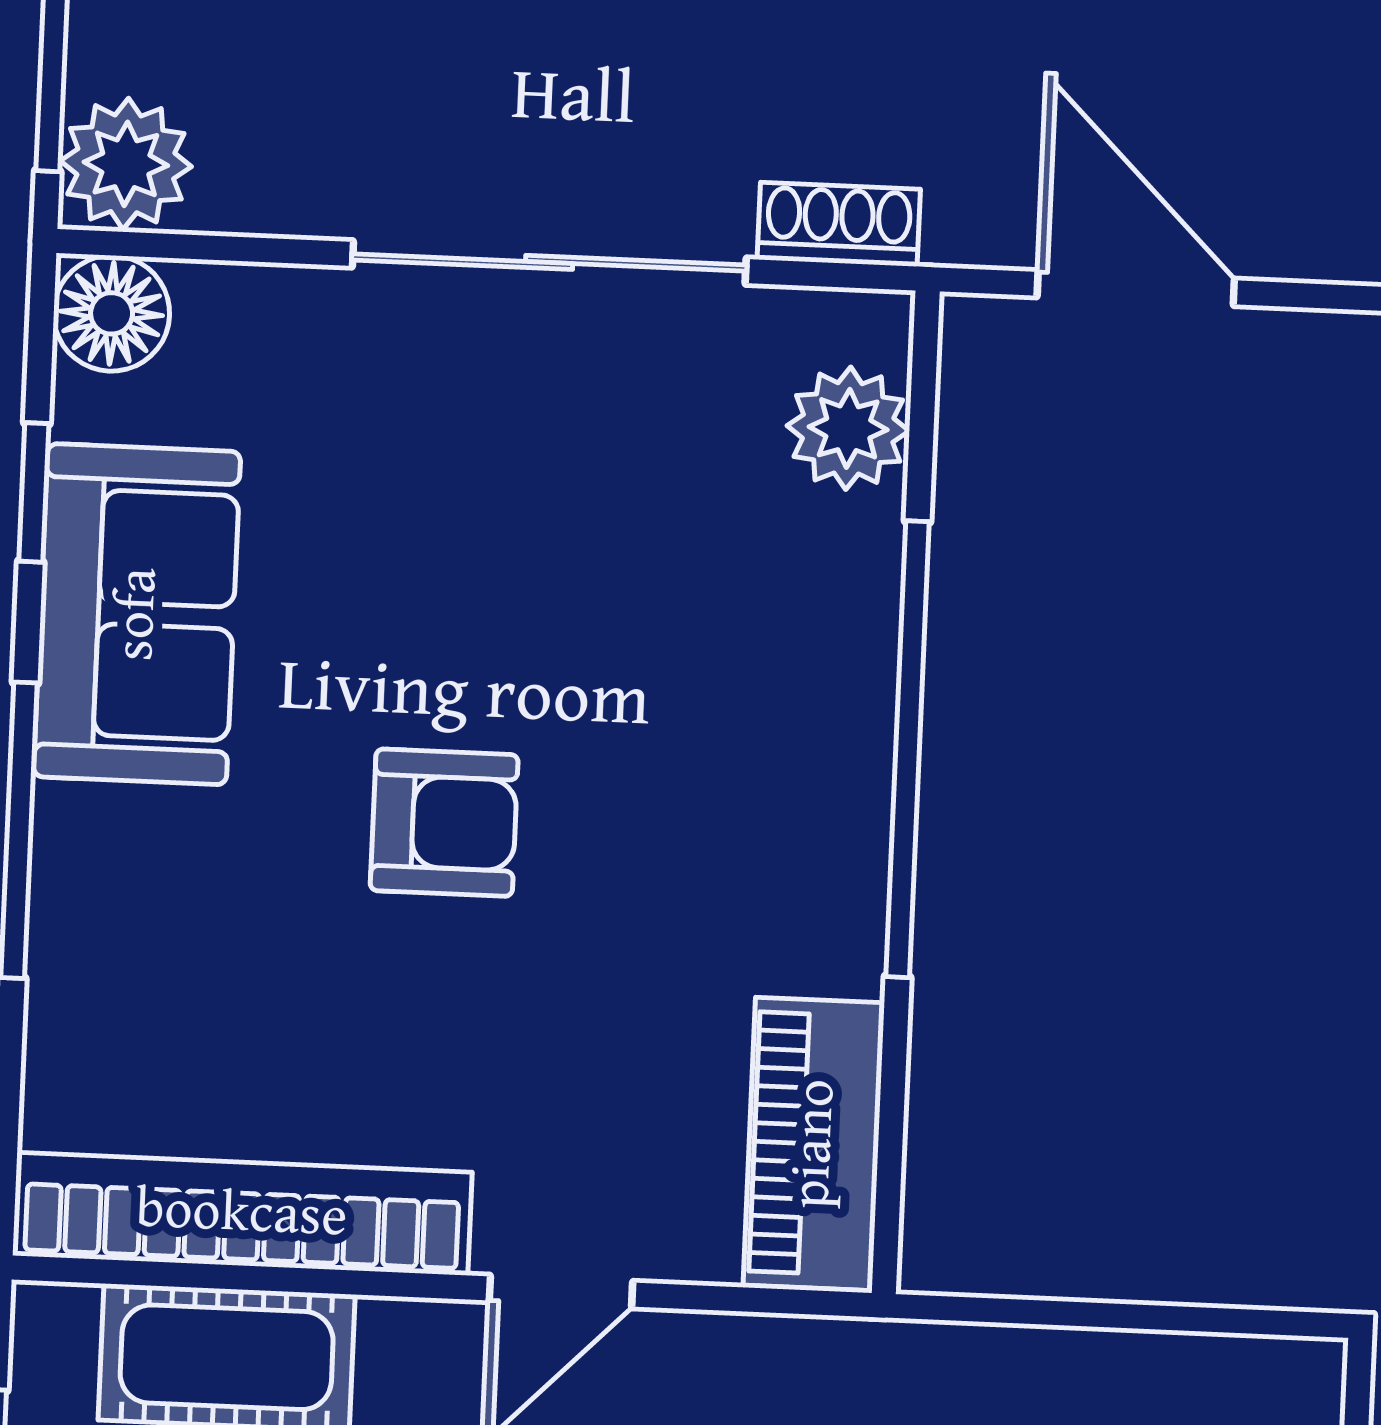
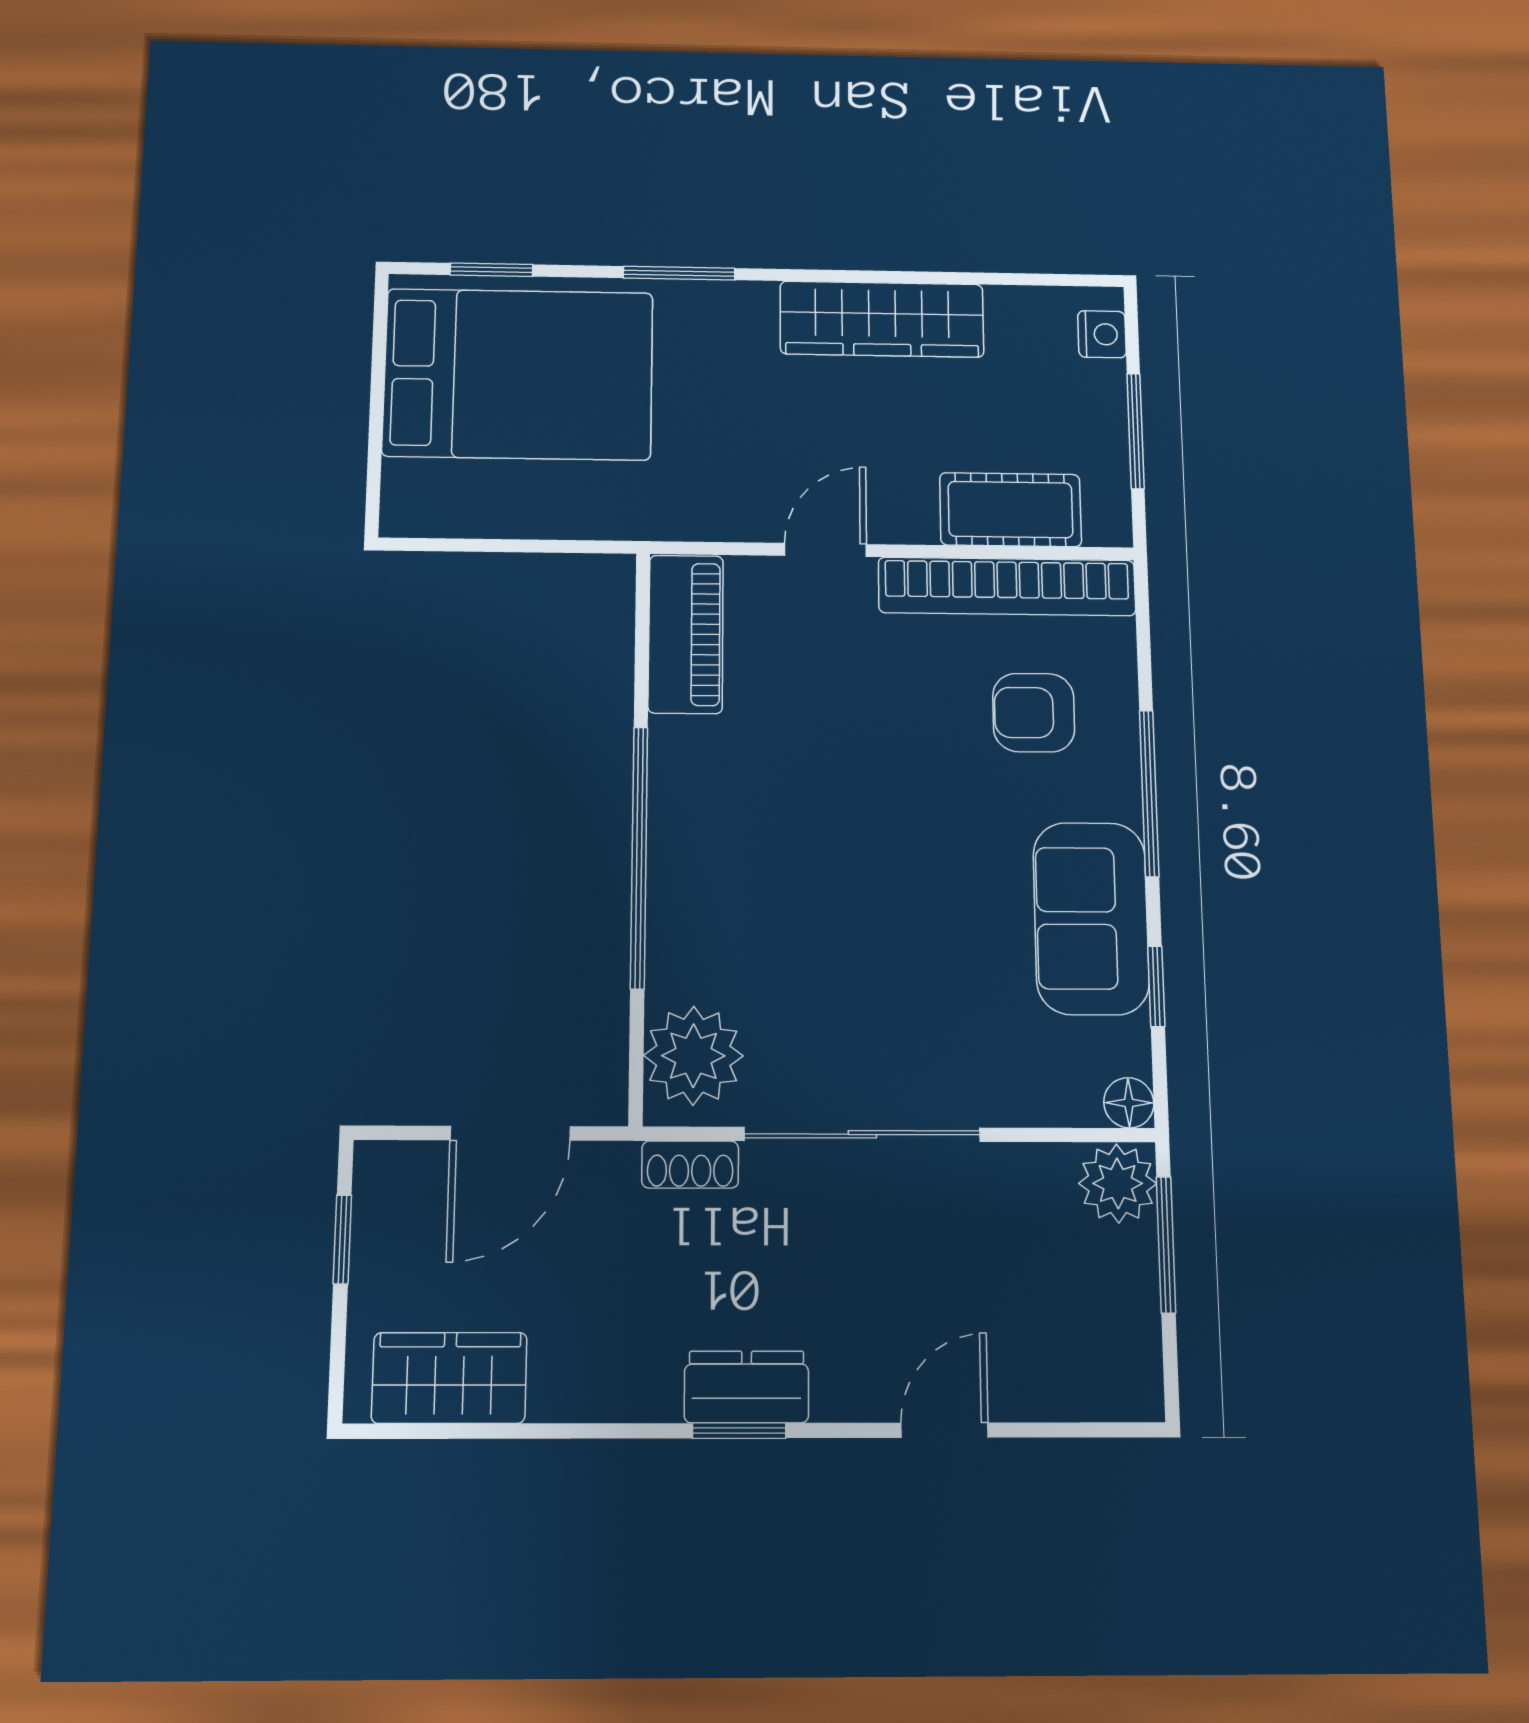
door: (1136, 288) -> (510, 1133), hinge flipped
floor lamp: (112, 313) -> (1129, 1103), width x0.73, depth x0.73
plant: (848, 428) -> (693, 1056), width x1.36, depth x1.36
armchair: (444, 823) -> (1034, 713), moved

